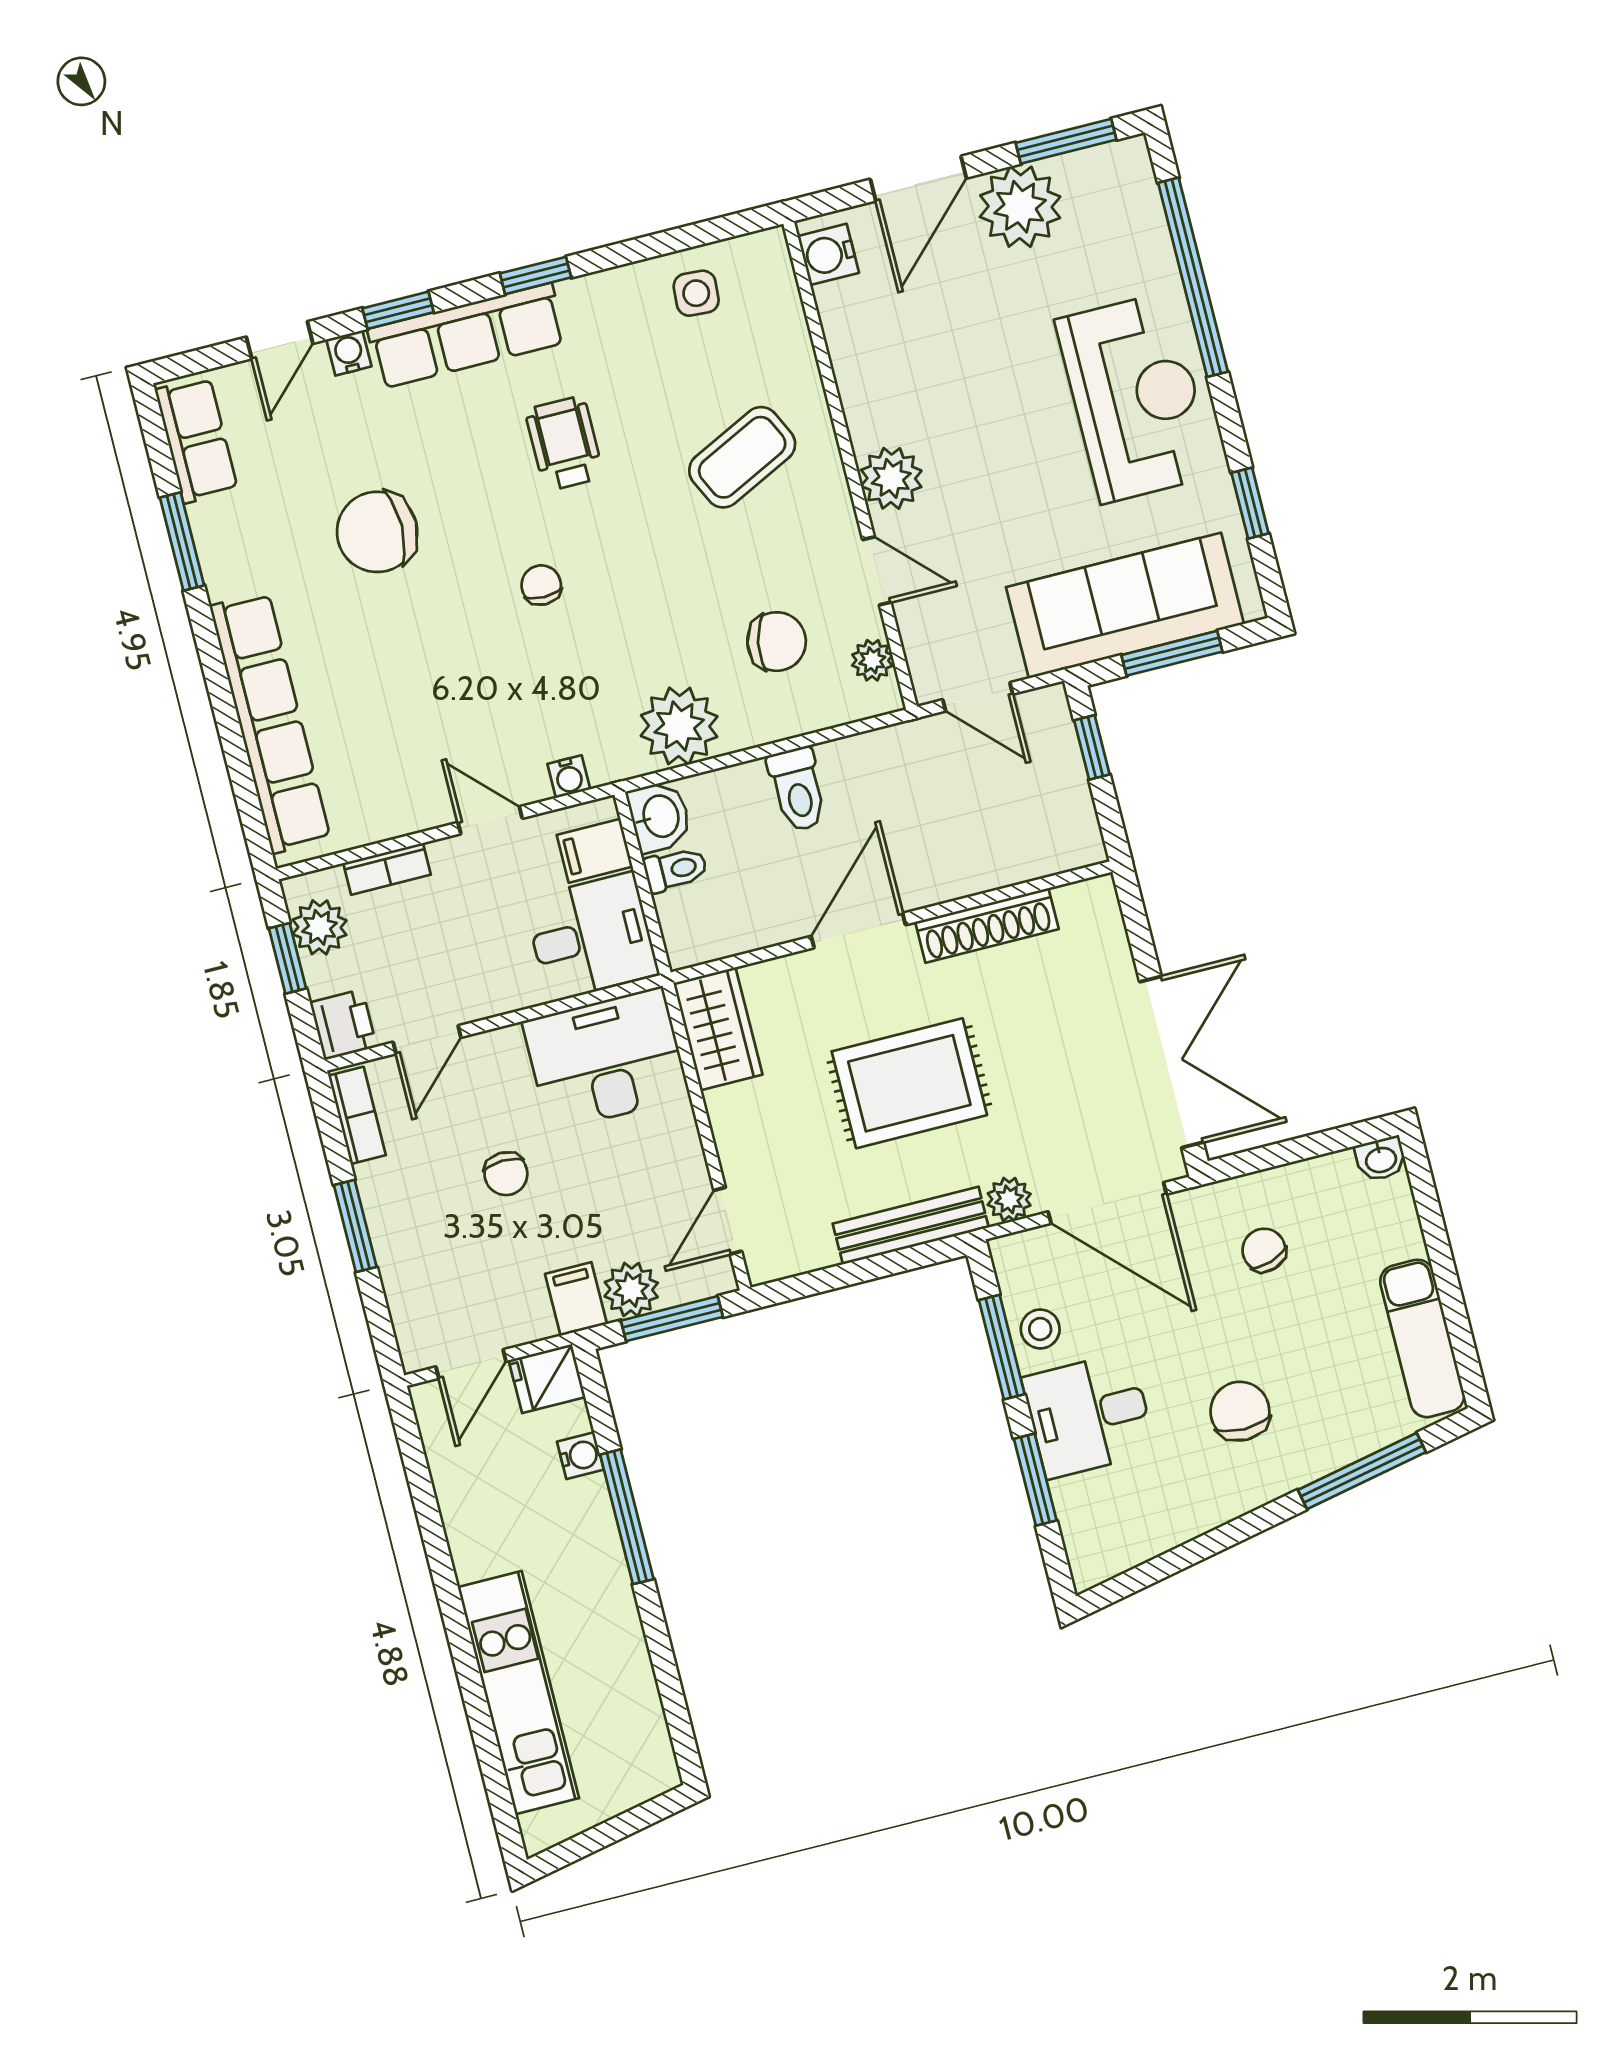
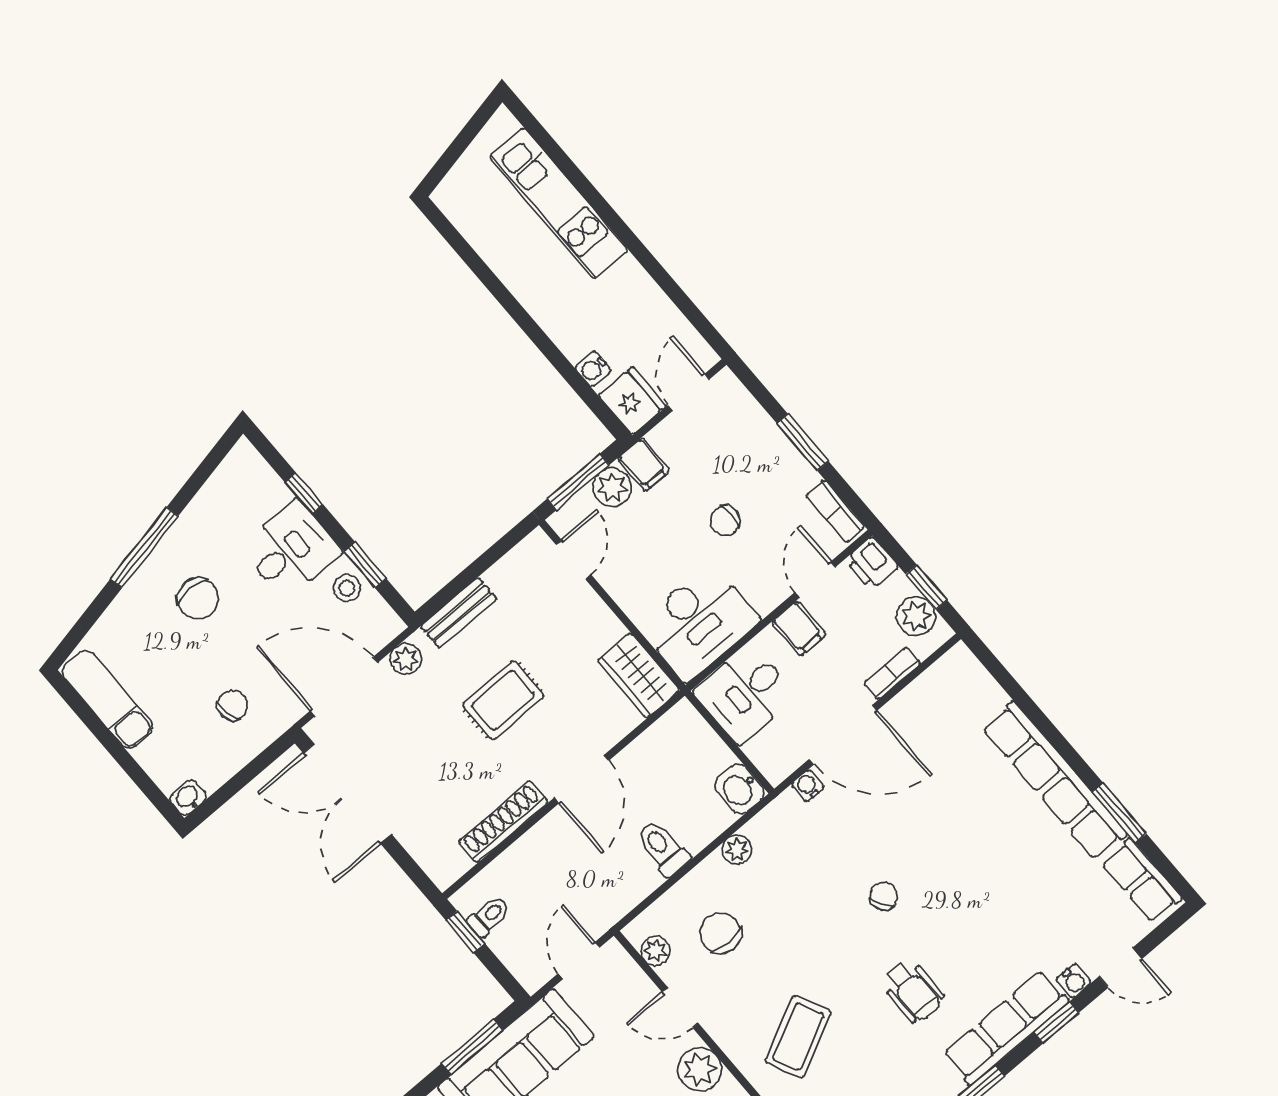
door: (280, 340) -> (1120, 968), swing flipped
chair: (377, 532) -> (1001, 879), removed
chair: (541, 585) -> (884, 896), turned -122
chair: (777, 642) -> (721, 933), turned 79
door: (978, 697) -> (579, 960), hinge flipped
row of seats: (270, 723) -> (1054, 781), moved
plant: (679, 726) -> (737, 850), width x0.53, depth x0.53
window: (1092, 747) -> (465, 932), moved
door: (490, 820) -> (843, 735), width x1.87
filing cabinet: (595, 851) -> (799, 628), moved, turned 90
toilet: (675, 870) -> (489, 916), moved, turned 180
rug: (909, 1083) -> (503, 700), width x0.73, depth x0.70
chair: (506, 1174) -> (725, 521), turned -88
bench: (911, 1226) -> (459, 613), width x0.73
chair: (1264, 1250) -> (233, 705), turned -84
window: (1002, 1347) -> (365, 565), width x0.67
fridge: (547, 1379) -> (632, 401), width x1.38
window: (1362, 1471) -> (144, 547), moved
window: (1035, 1480) -> (304, 493), width x0.67
window: (627, 1517) -> (545, 345), removed

